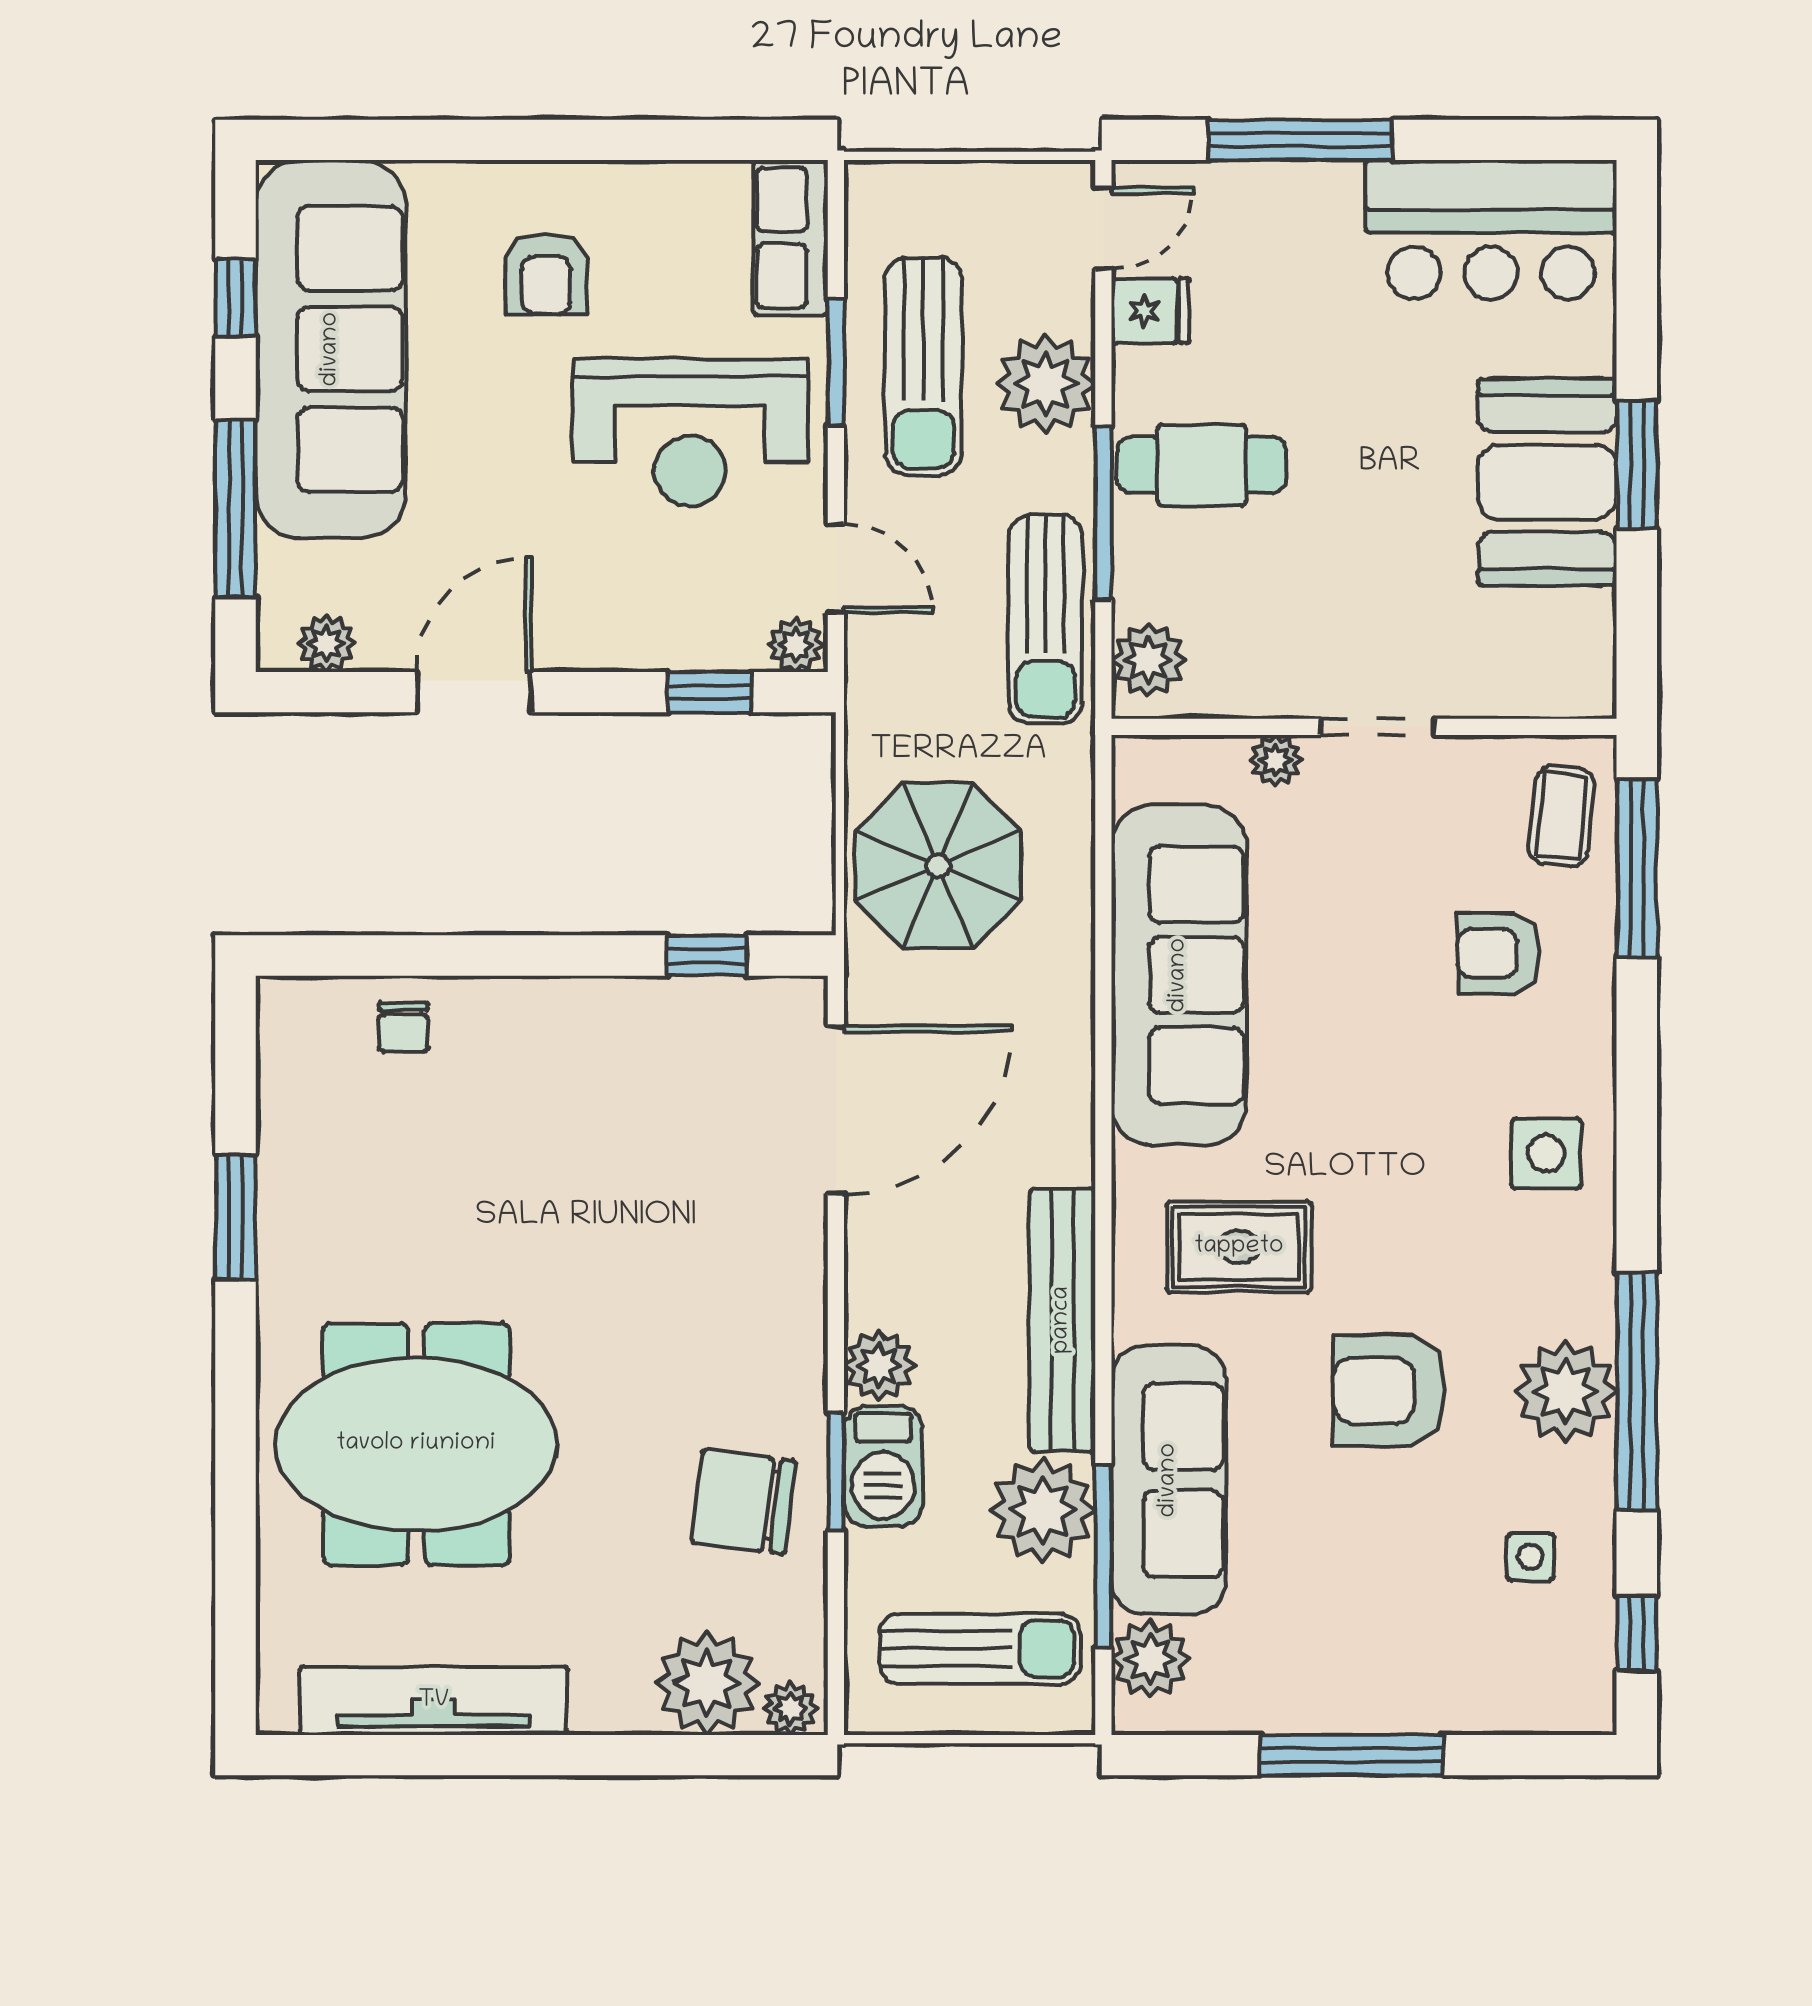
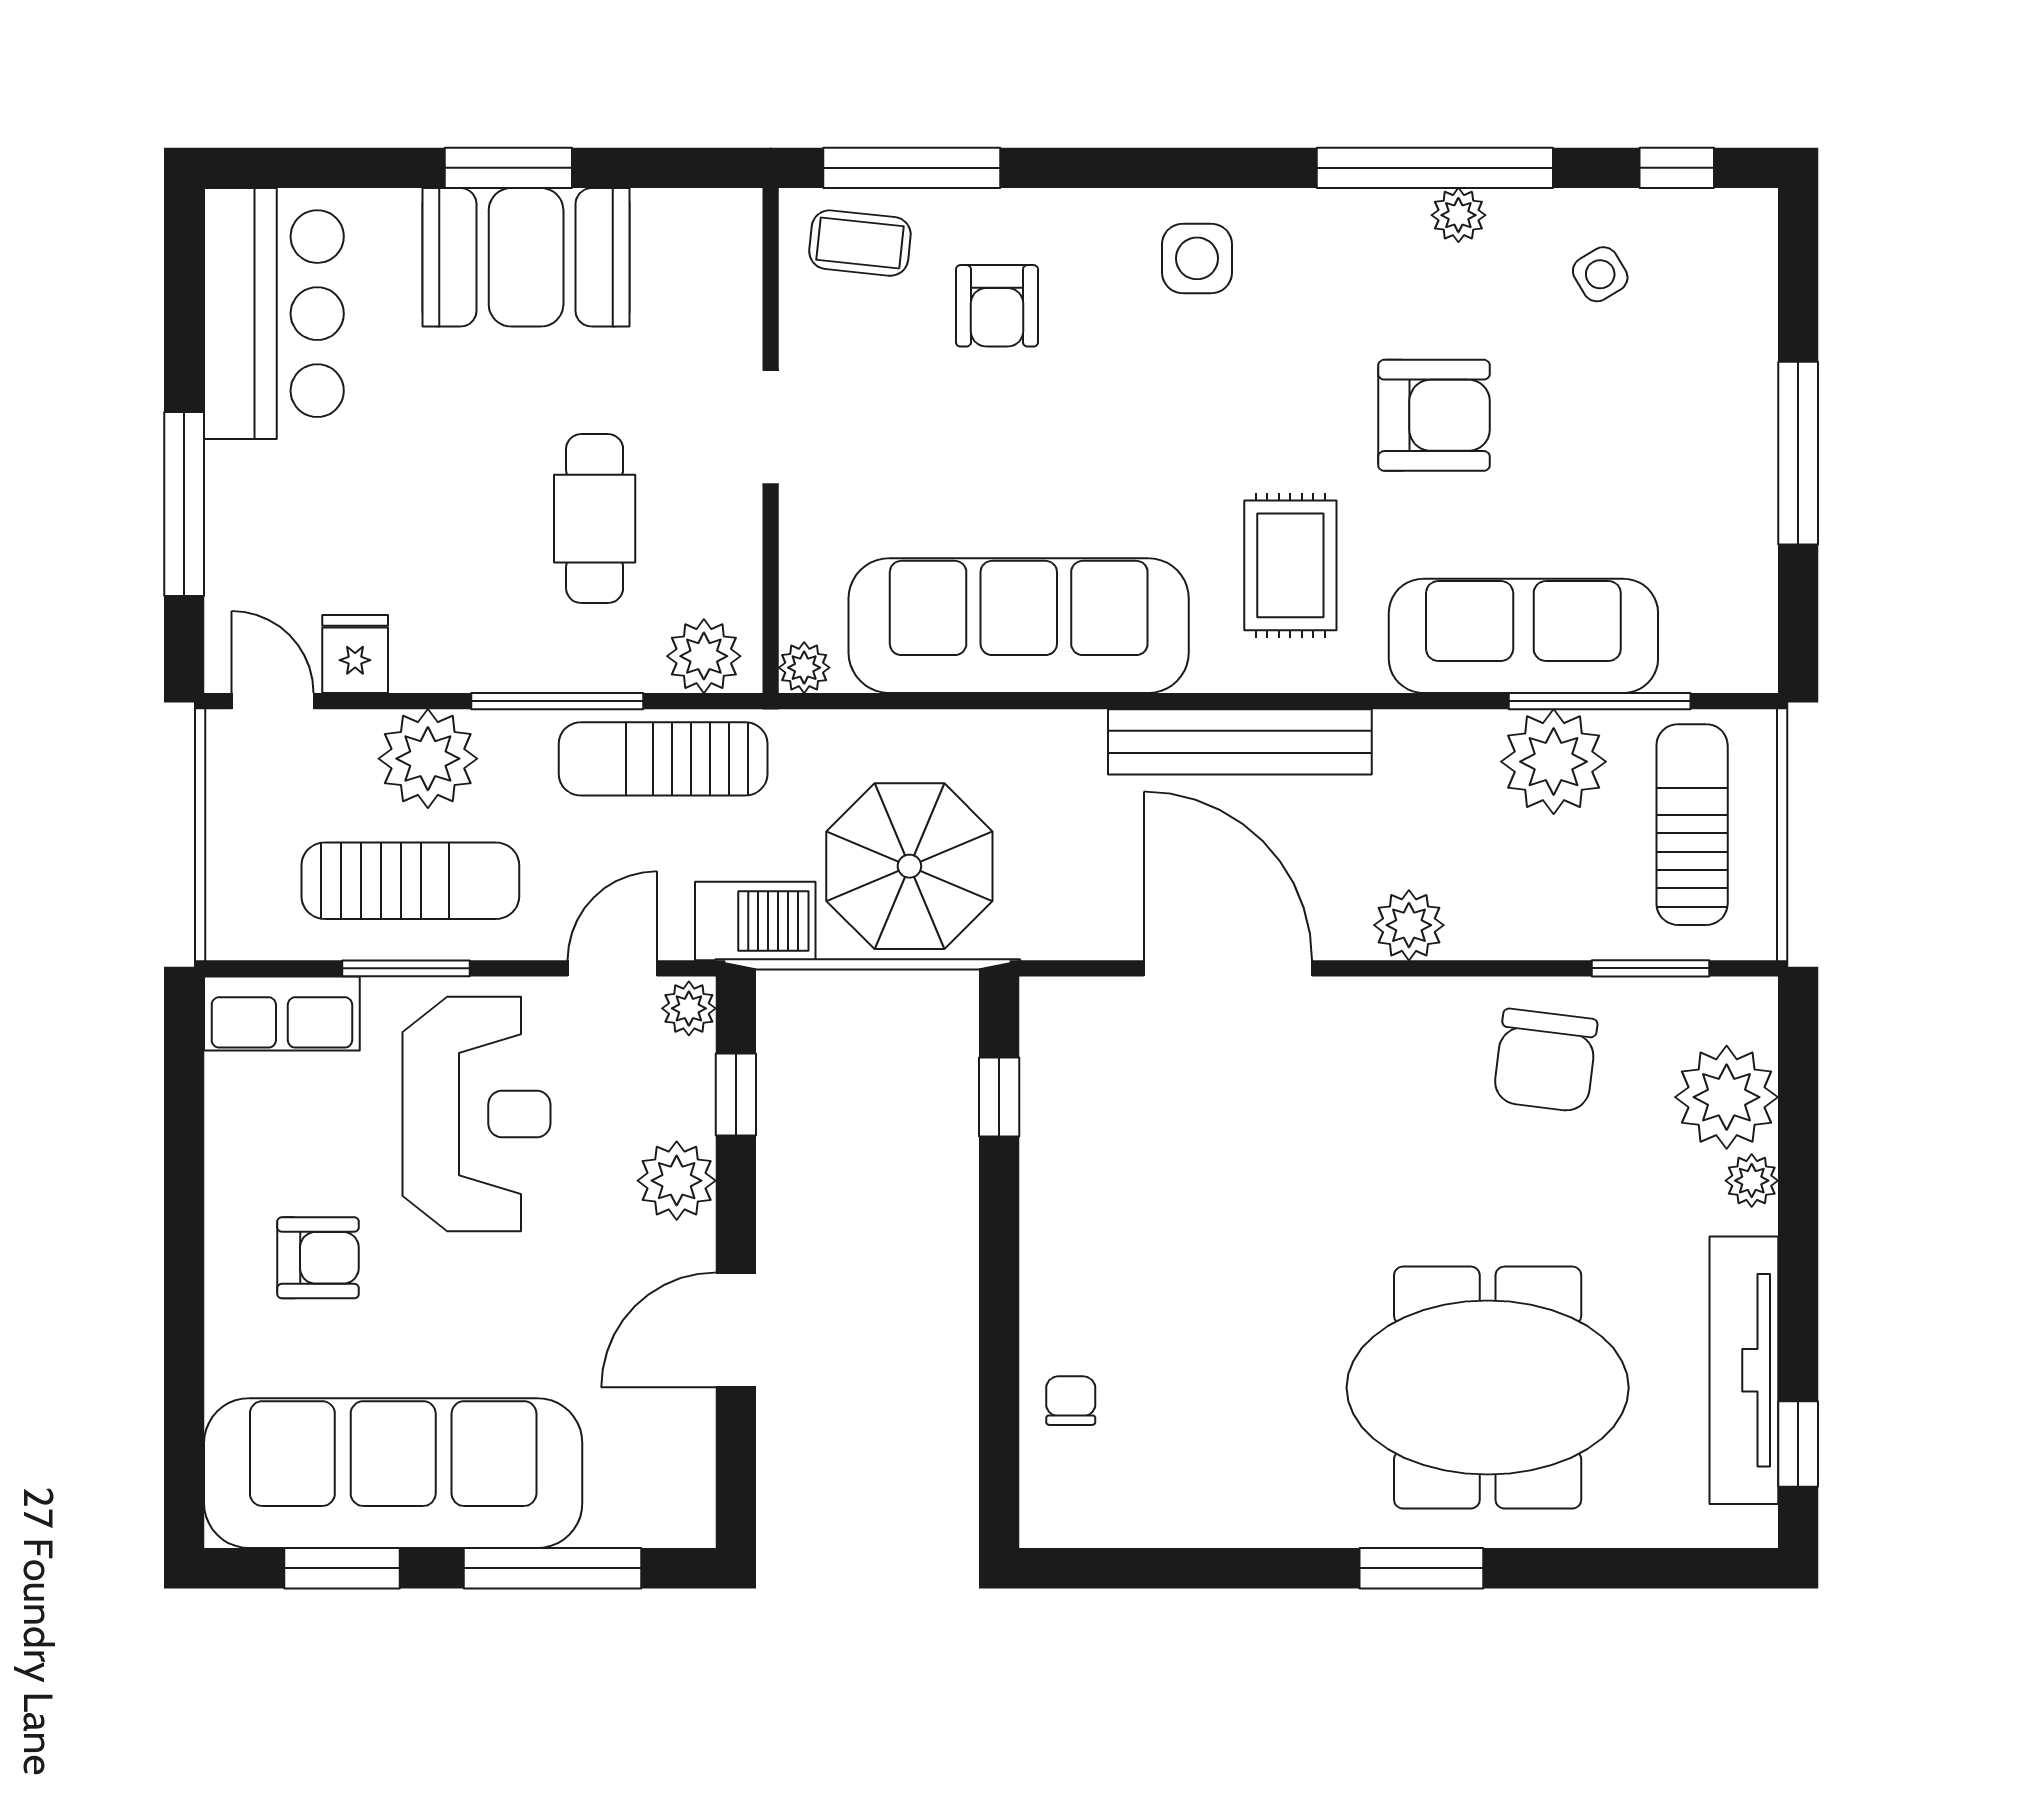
window: (236, 298) -> (342, 1568), width x1.50
cafe table: (1202, 465) -> (595, 519), moved
sun lounger: (1045, 619) -> (663, 759), turned 180
plant: (327, 643) -> (677, 1181), moved, width x1.38, depth x1.38
door: (474, 692) -> (736, 1330), hinge flipped
plant: (1276, 760) -> (804, 668), moved
chair: (403, 1027) -> (1071, 1401), turned -90
door: (836, 1110) -> (1228, 968), moved
window: (236, 1217) -> (1421, 1568), moved
bench: (1062, 1320) -> (1240, 742), moved
armchair: (1389, 1391) -> (1434, 415), turned -90
plant: (1566, 1391) -> (1458, 215), width x0.53, depth x0.53
meeting table: (416, 1444) -> (1488, 1388), turned 90
barbecue: (883, 1466) -> (755, 921), moved
window: (836, 1471) -> (1650, 968), moved
side table: (1530, 1557) -> (1600, 274), turned -31
plant: (1150, 1659) -> (1702, 654), removed
plant: (790, 1709) -> (1752, 1181), moved
window: (360, 1755) -> (1798, 1444), added

